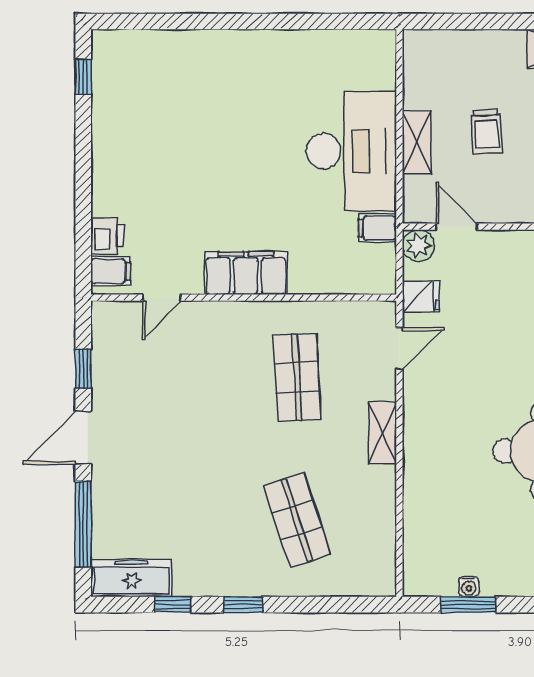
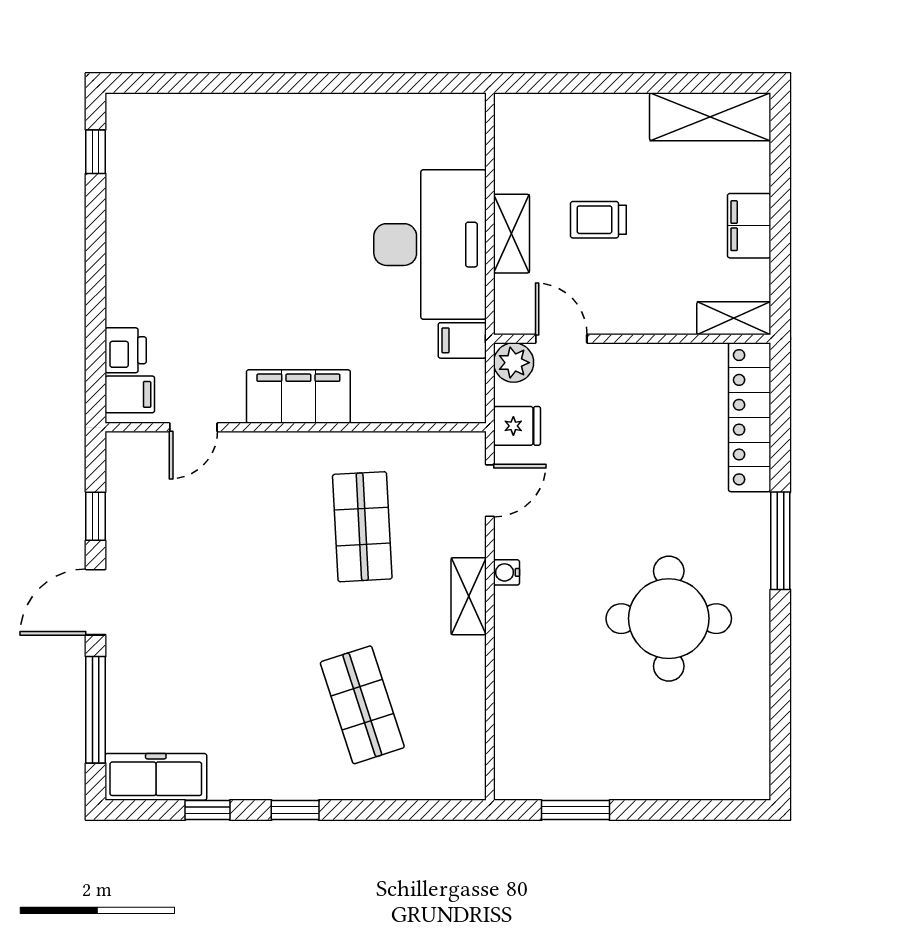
trolley: (486, 131) -> (598, 220), turned 93
water cooler: (469, 587) -> (507, 572), moved, turned 90

